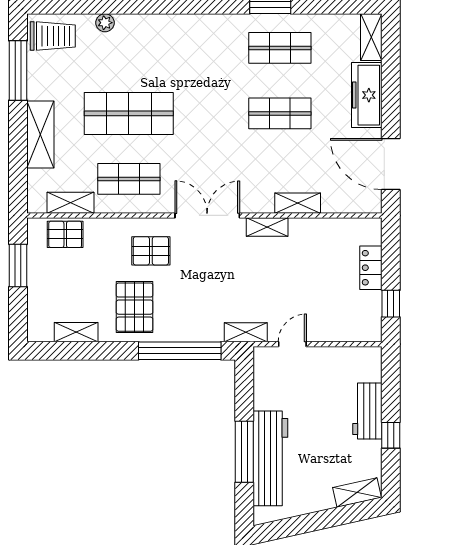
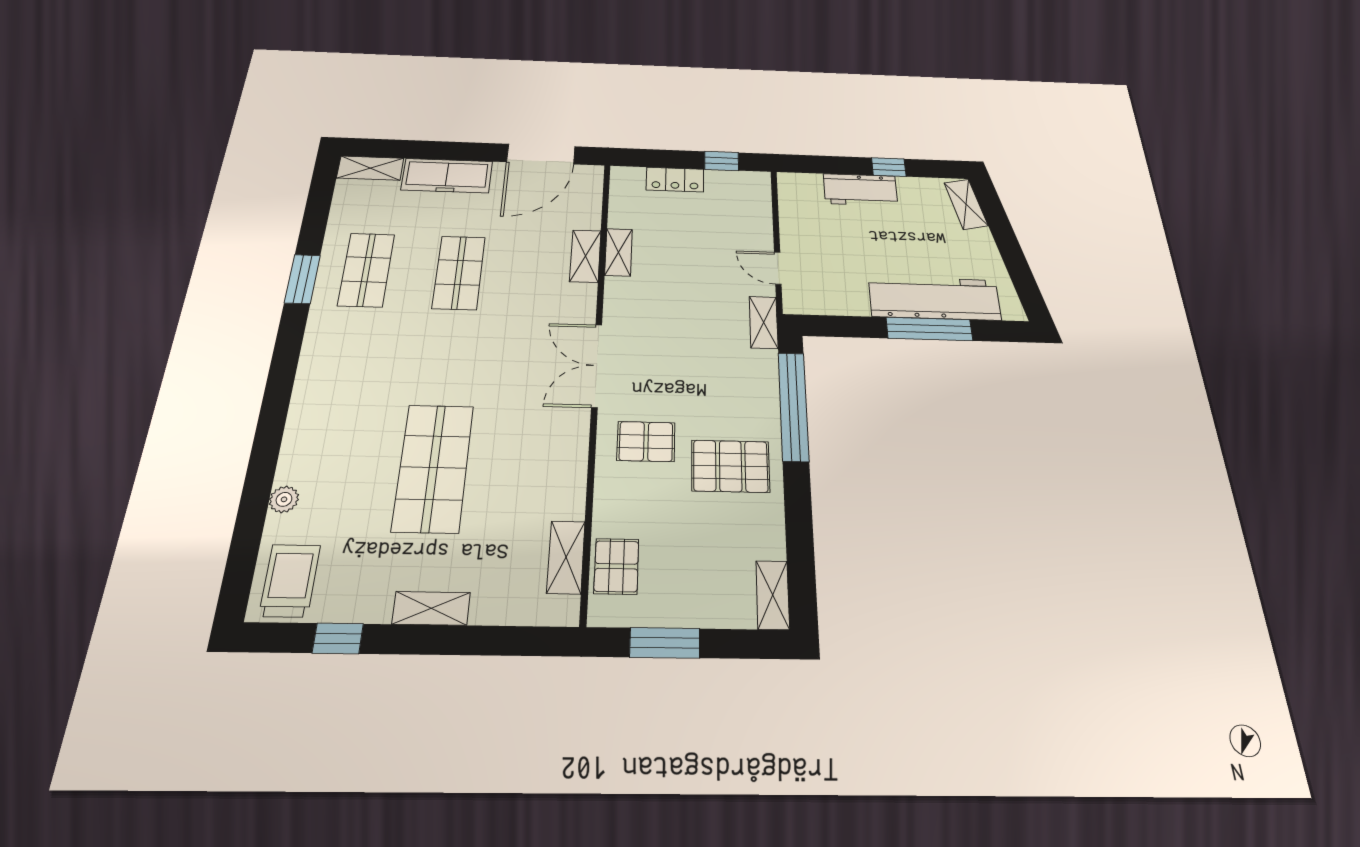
window: (18, 71) -> (338, 638), width x0.46
shelving: (40, 134) -> (431, 608), width x0.67, depth x0.75
shop shelf: (129, 179) -> (535, 470), removed
shelving: (267, 227) -> (619, 252), moved
pallet: (151, 251) -> (646, 441), turned 90
shelving: (76, 332) -> (773, 595), moved

